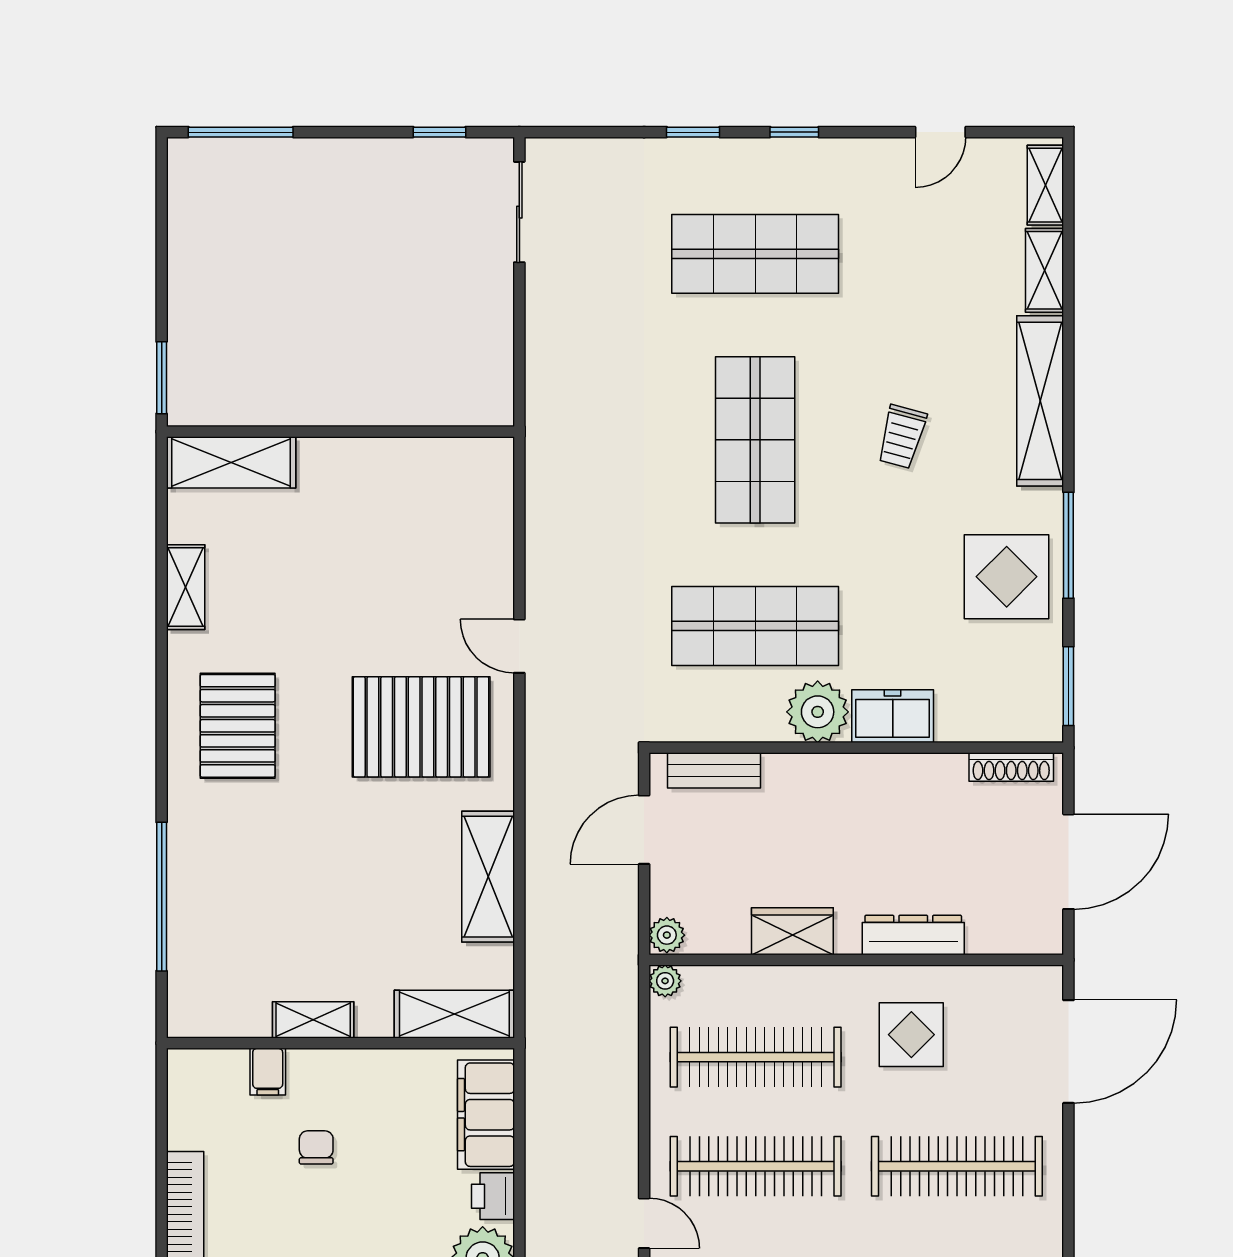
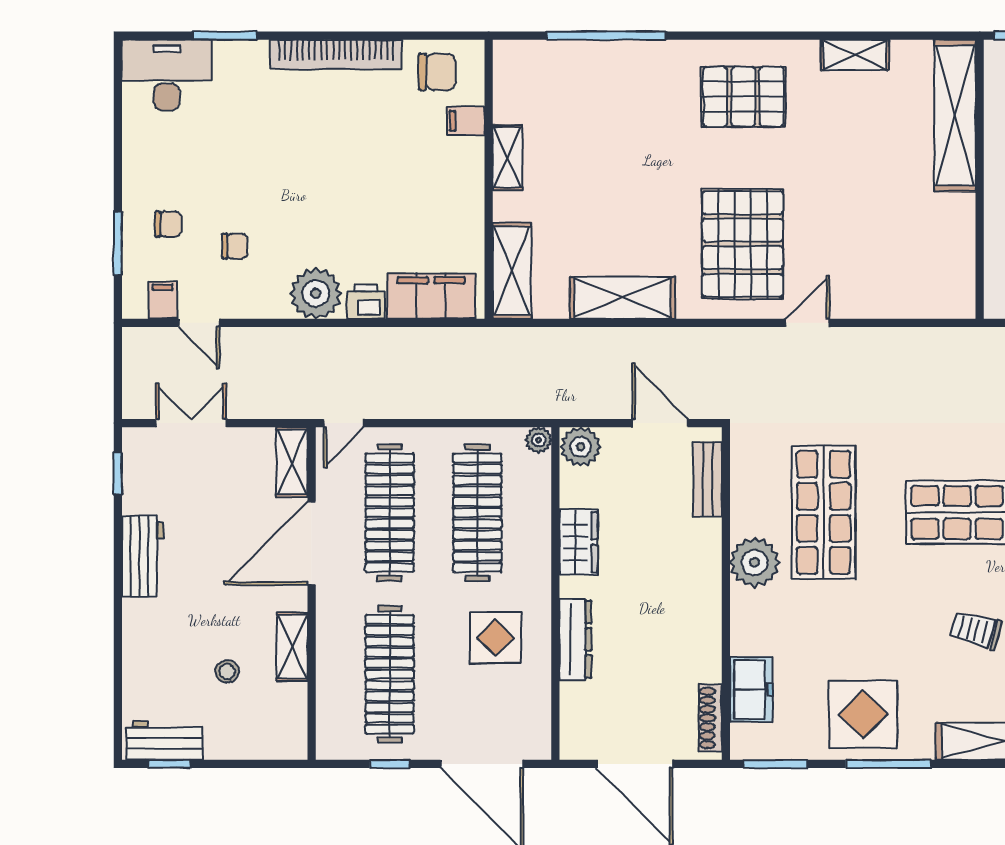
shelving: (231, 462) -> (955, 116), width x1.47
freezer: (893, 716) -> (751, 689), moved
plant: (667, 935) -> (581, 447), width x1.38, depth x1.38
chair: (316, 1147) -> (437, 72), moved, width x1.37, depth x1.37
window: (1068, 1166) -> (390, 764), added

